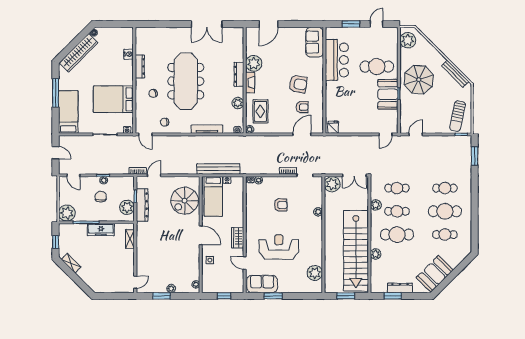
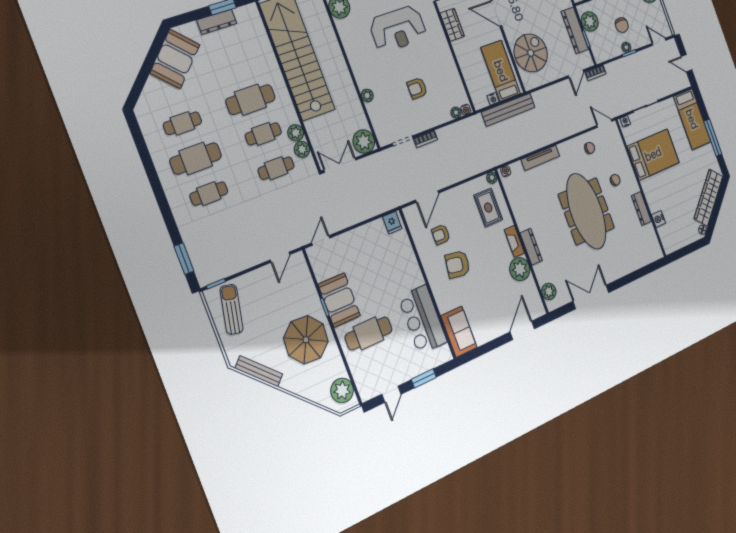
plant: (238, 103) -> (549, 291), moved
plant: (376, 254) -> (302, 149), moved

